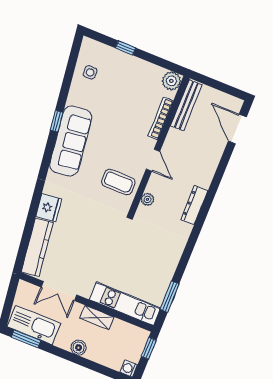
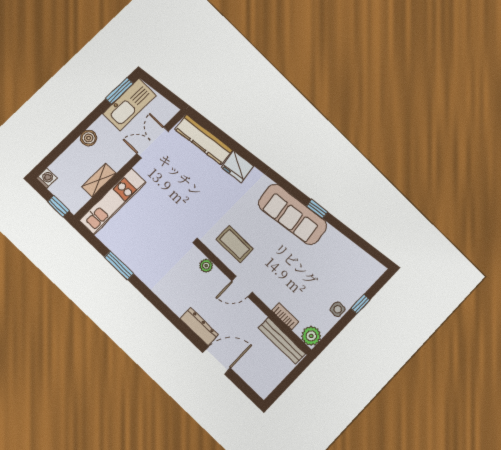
side table: (90, 72) -> (338, 309), moved
bookcase: (161, 118) -> (285, 316), width x0.64
door: (237, 129) -> (217, 360), moved
coffee table: (118, 182) -> (235, 244), turned 90
dresser: (194, 205) -> (199, 327), moved
window: (170, 297) -> (119, 265), moved
shelving: (97, 318) -> (99, 180), moved

